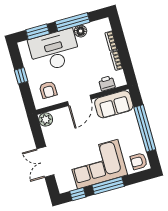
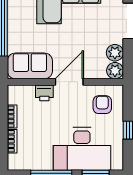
floor lamp: (81, 31) -> (45, 163), removed
printer: (107, 83) -> (44, 93), moved
plant: (50, 134) -> (115, 53), added

